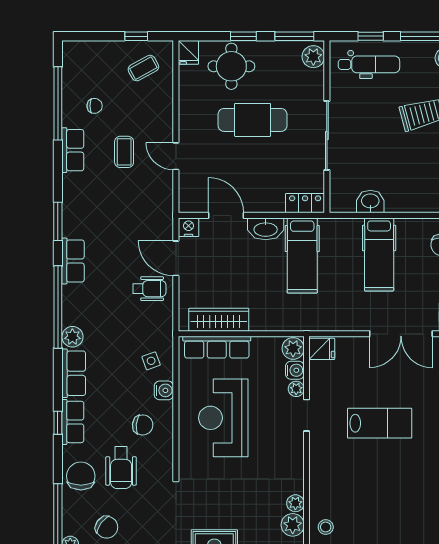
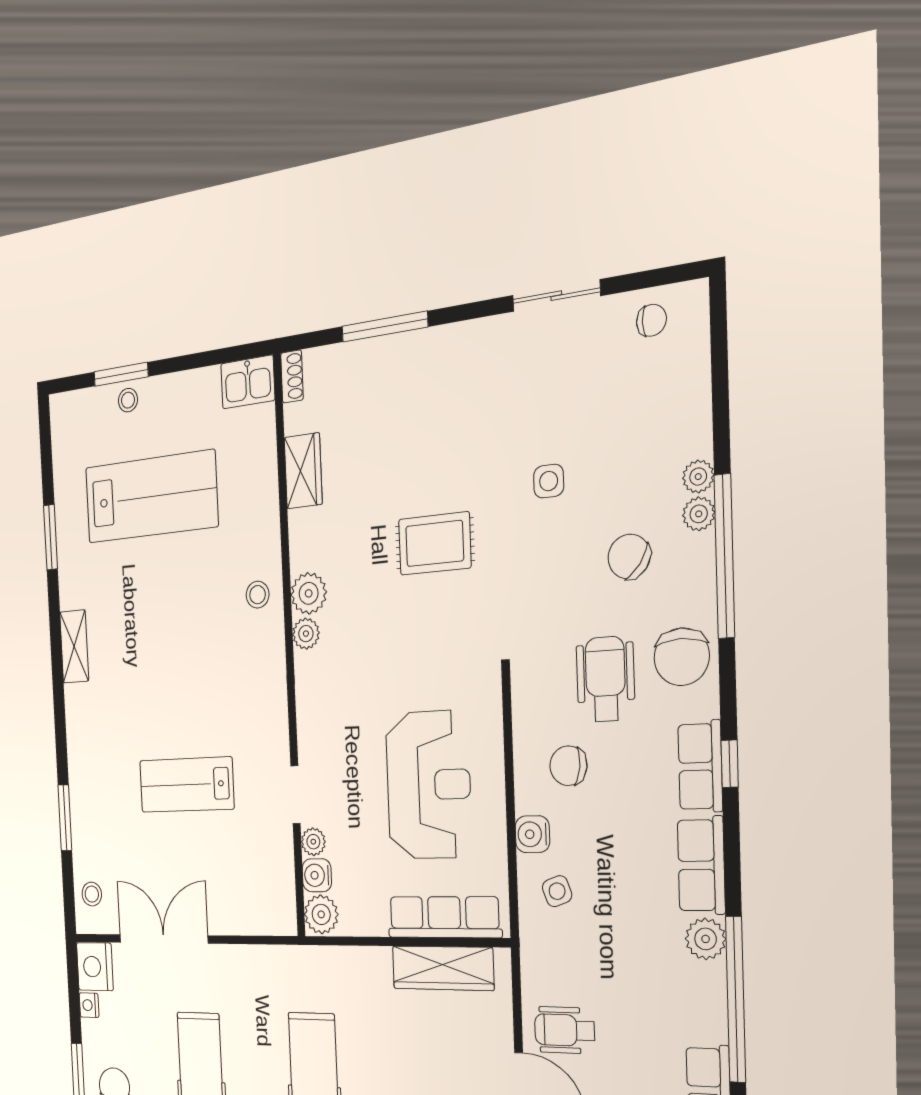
fridge: (322, 349) -> (277, 913), removed

